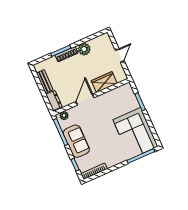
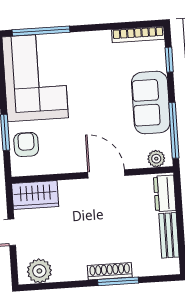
plant: (84, 49) -> (39, 271), moved
wardrobe: (104, 82) -> (35, 195), moved
door: (85, 100) -> (106, 174), swing flipped
armchair: (128, 100) -> (26, 144), added

